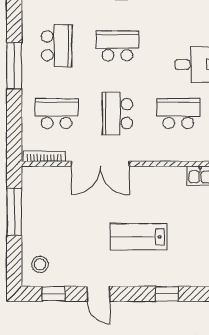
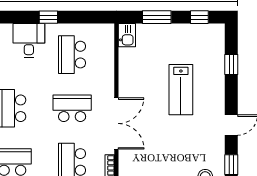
school desk: (117, 114) -> (72, 108), turned 180

